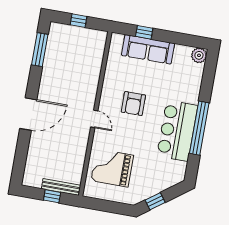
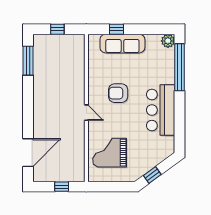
armchair: (133, 104) -> (118, 93), turned 90
door: (28, 114) -> (28, 153), moved
window: (199, 128) -> (179, 67), moved
bench: (61, 187) -> (68, 177), removed

